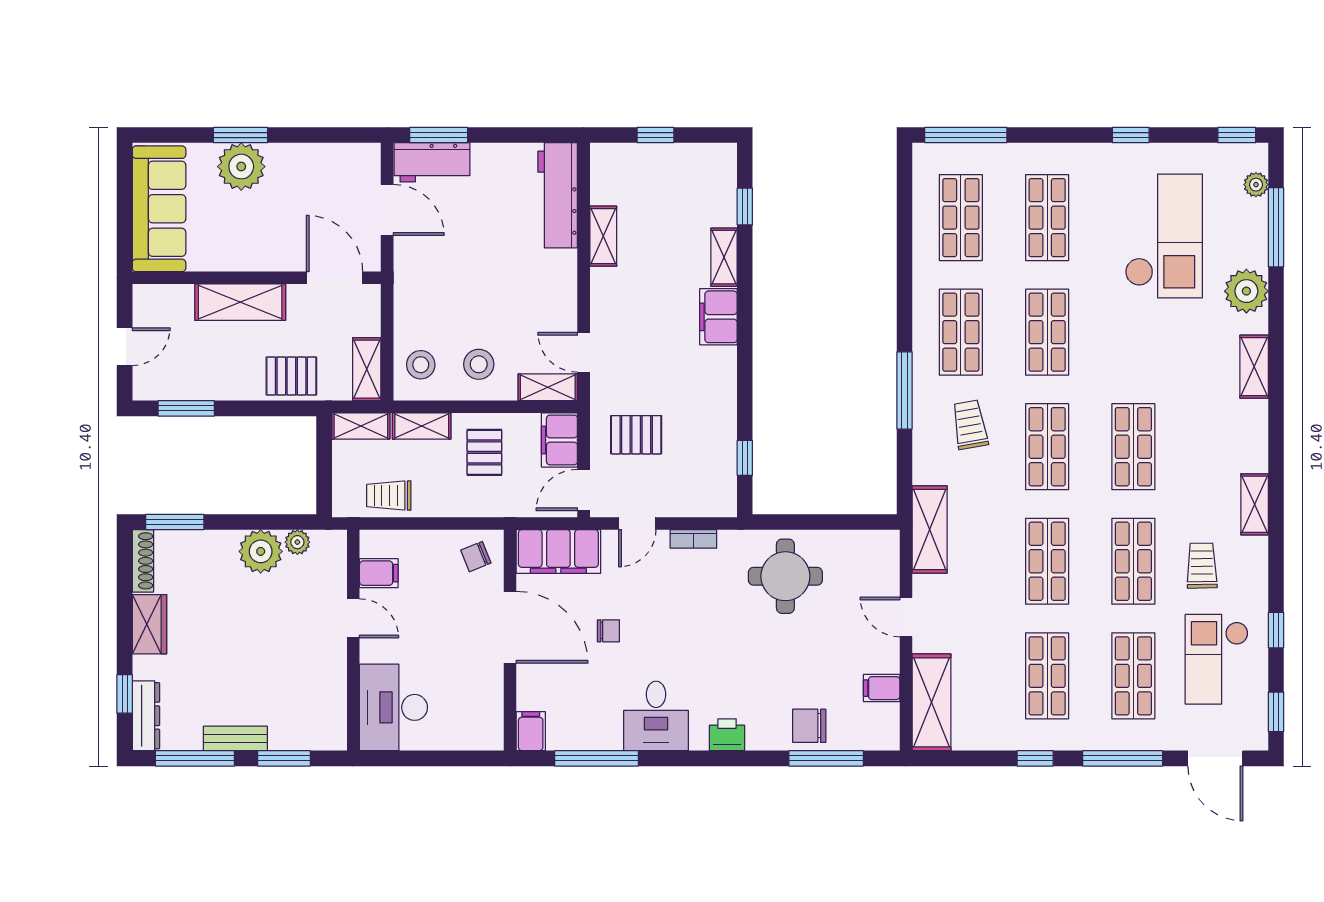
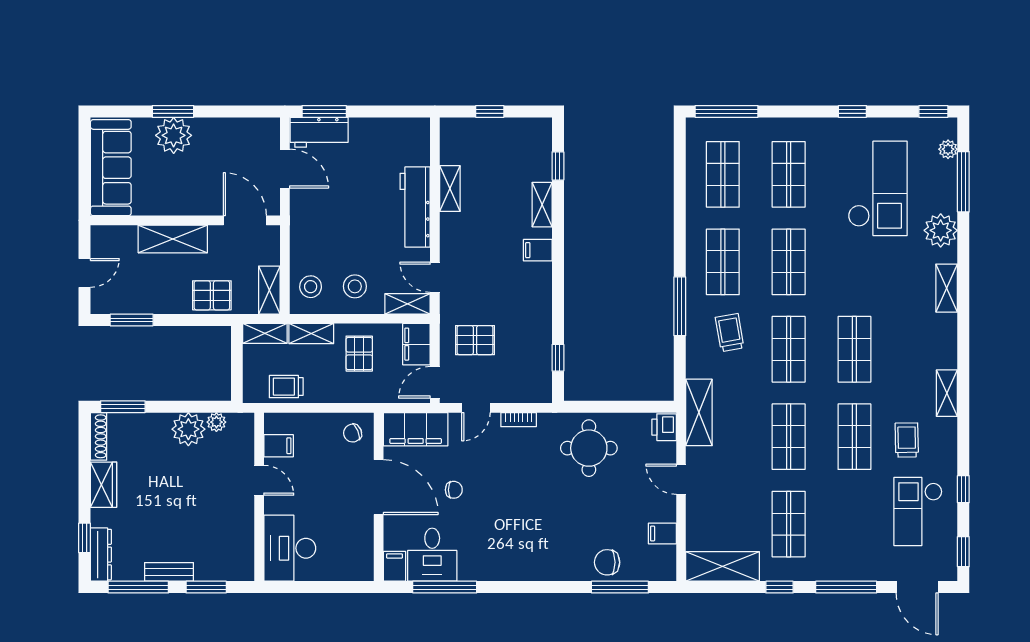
workbench: (558, 195) -> (415, 207), moved
filing cabinet: (718, 317) -> (538, 250), width x0.50
shop shelf: (1133, 676) -> (854, 524), removed
shelving: (932, 702) -> (723, 566), moved, turned 90
desk: (656, 716) -> (432, 555), moved
printer: (727, 735) -> (664, 427), moved, turned -90

